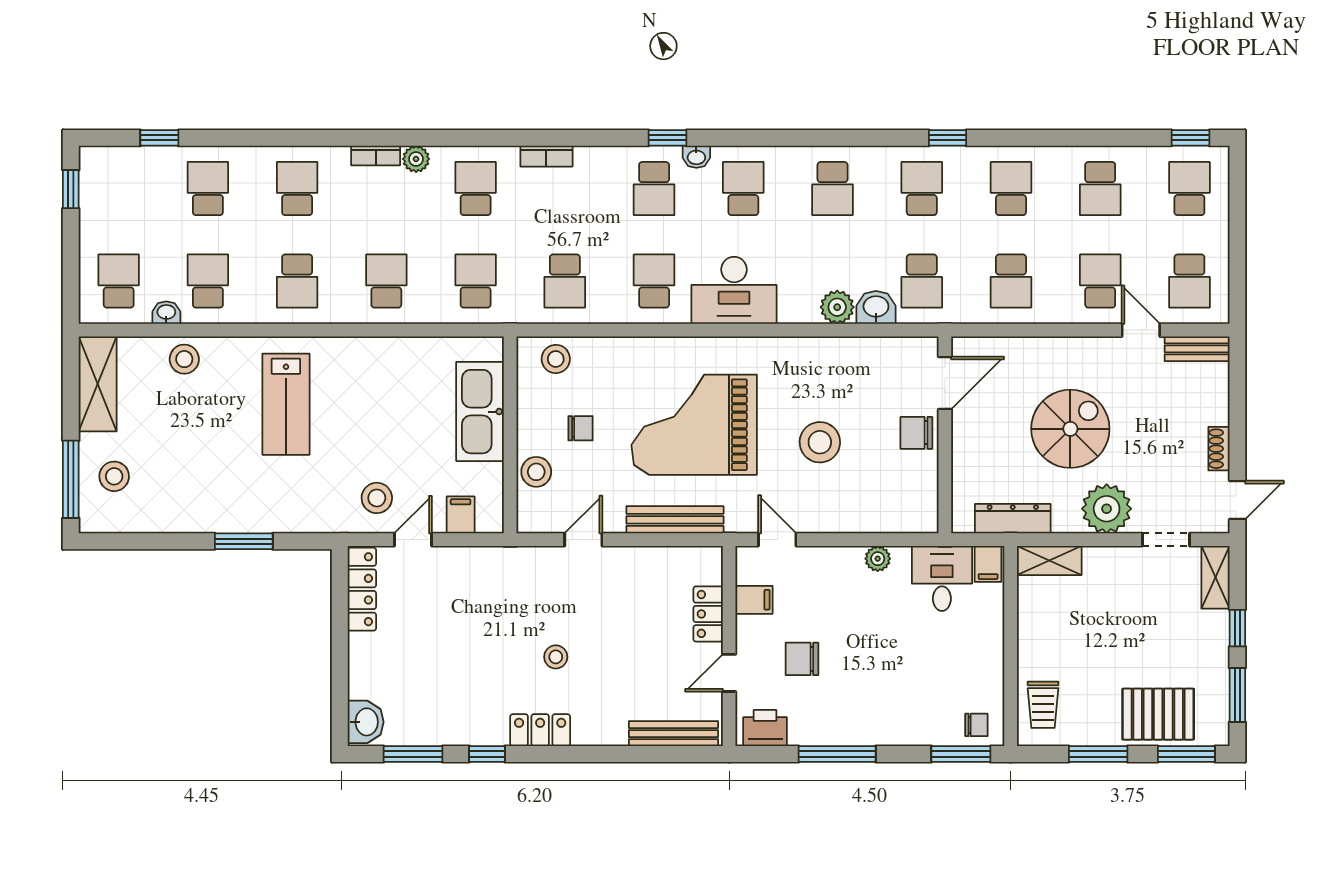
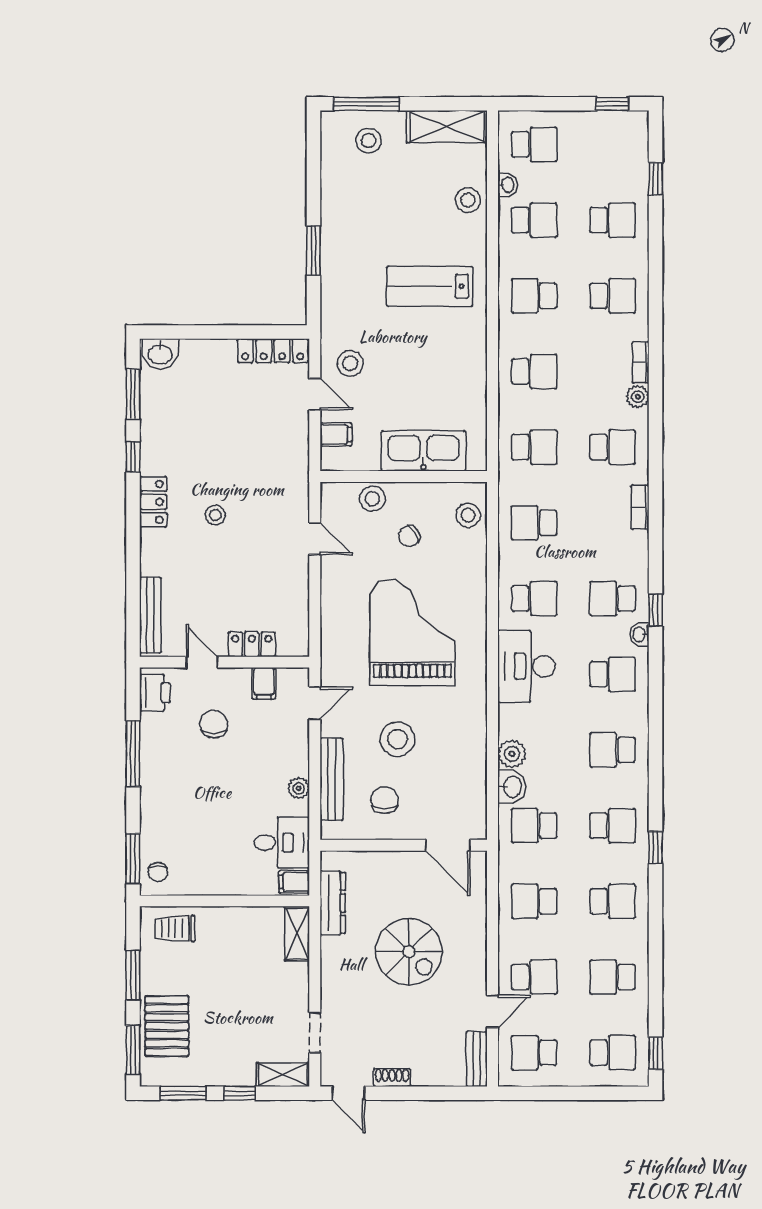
chair: (581, 428) -> (409, 536), turned 58
chair: (916, 433) -> (385, 800), moved
plant: (1107, 509) -> (341, 982), removed
bench: (675, 520) -> (332, 779), moved

